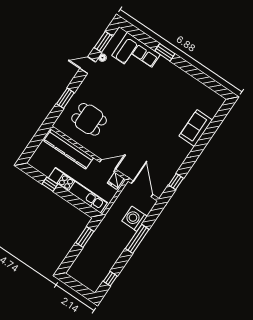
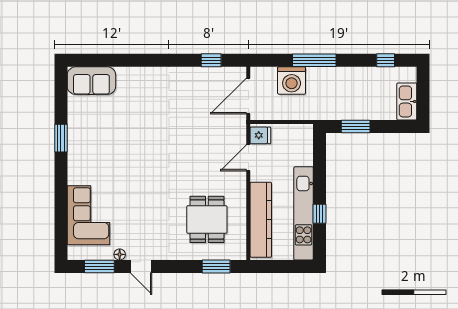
window: (165, 52) -> (61, 138), moved
window: (65, 98) -> (216, 266), moved
sofa: (196, 128) -> (91, 81), moved
door: (108, 166) -> (248, 158), hinge flipped
kitchen unit: (78, 190) -> (304, 213), moved
kitchen sink: (79, 275) -> (407, 101), added

